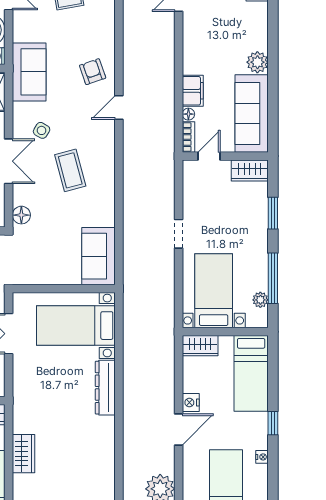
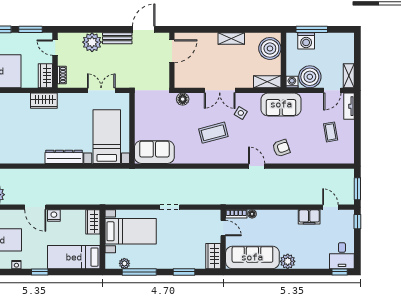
filing cabinet: (193, 91) -> (309, 217), moved
wardrobe: (24, 454) -> (44, 101), moved

